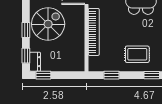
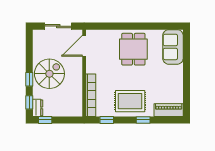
bookcase: (94, 32) -> (91, 95), moved
rug: (137, 54) -> (130, 101), width x1.36, depth x1.43

